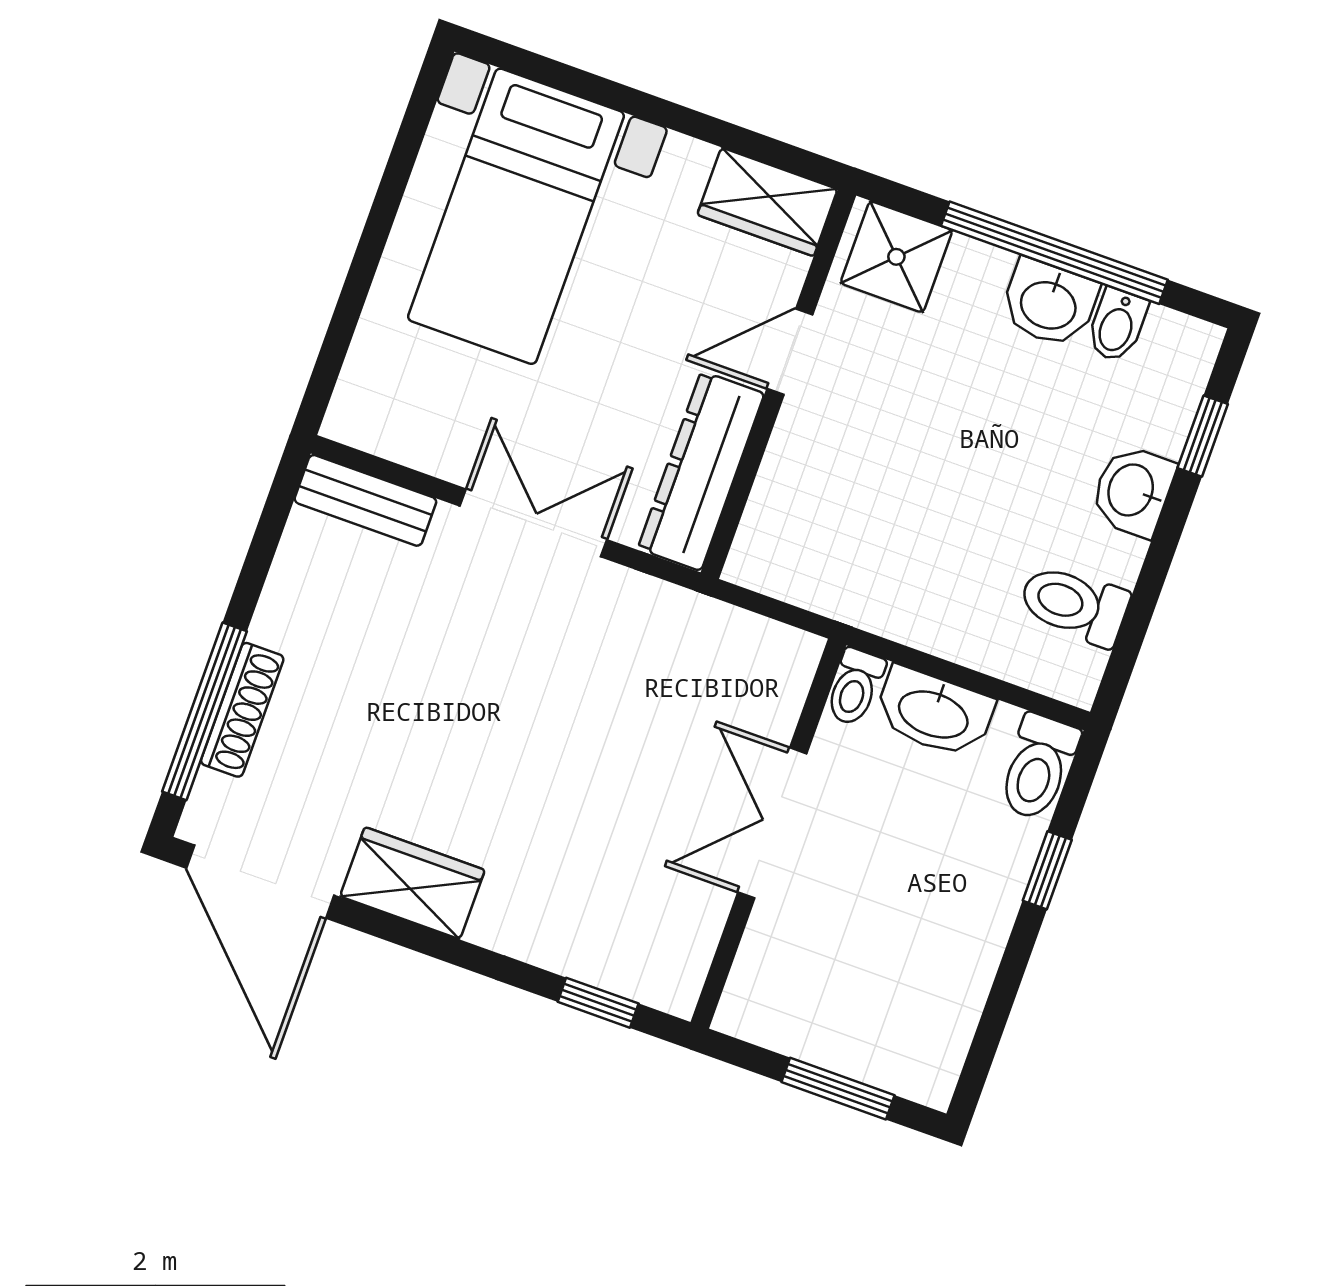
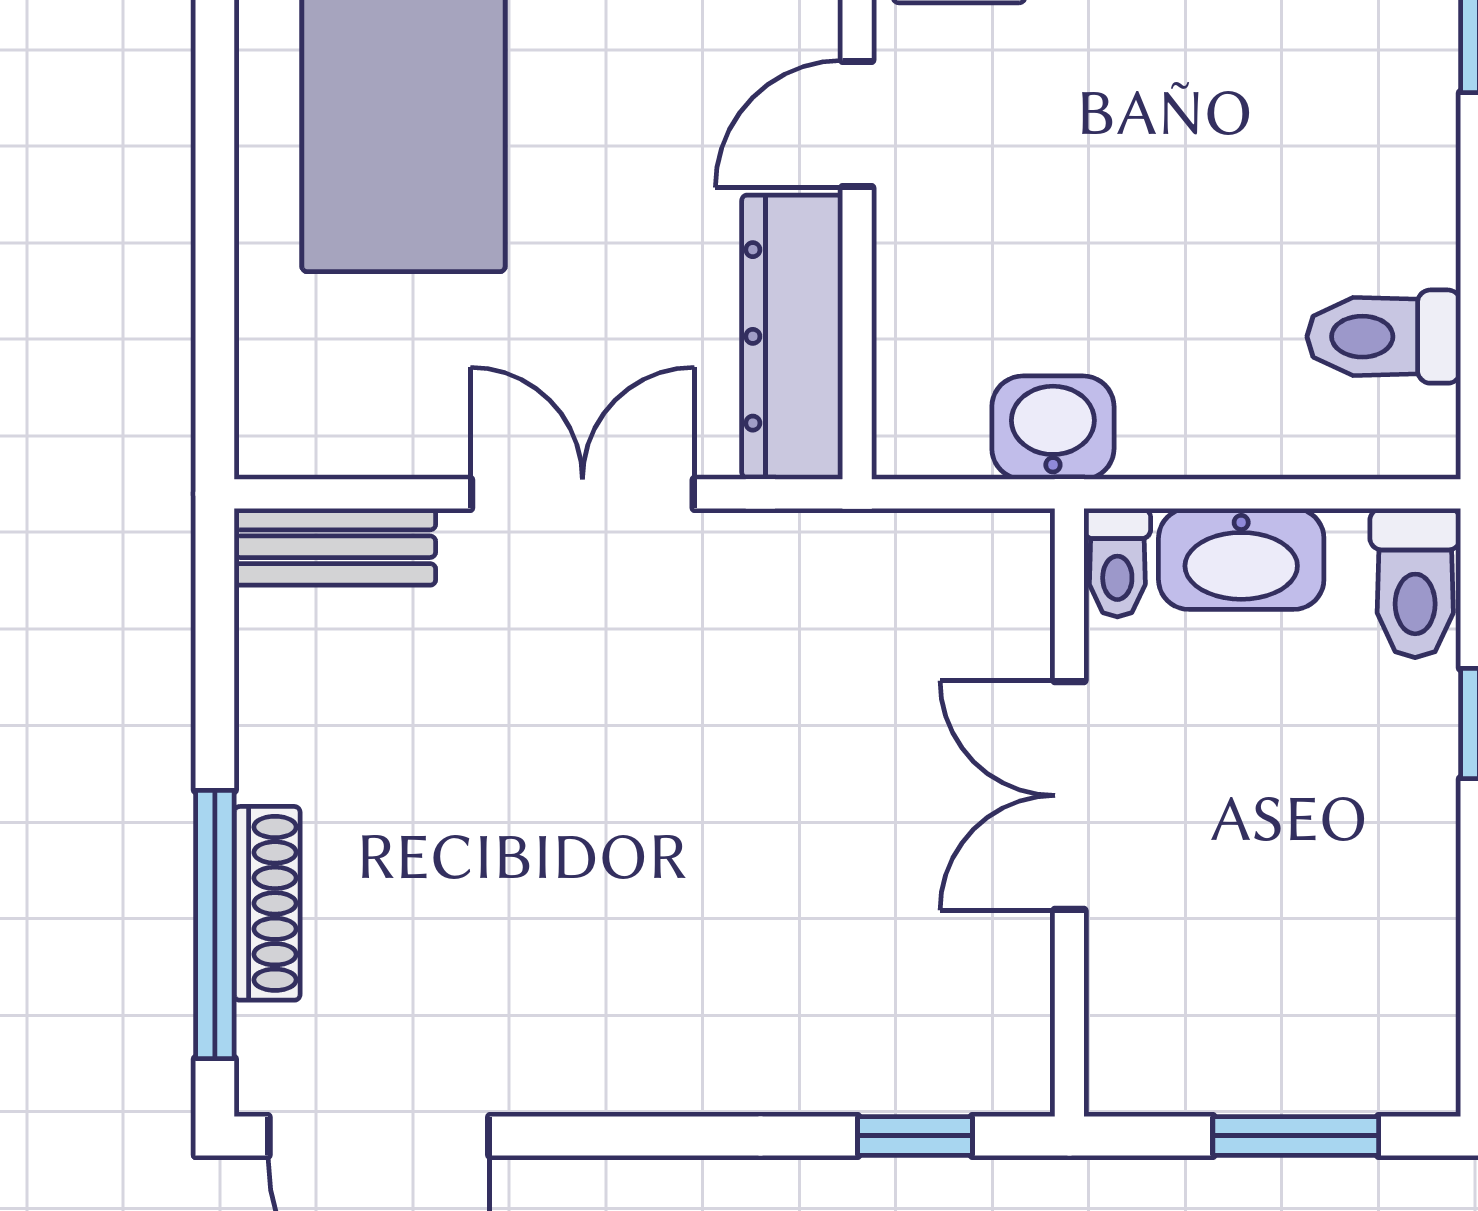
washbasin: (1133, 491) -> (1053, 428), moved, turned 90
wardrobe: (412, 883) -> (594, 1061), removed

